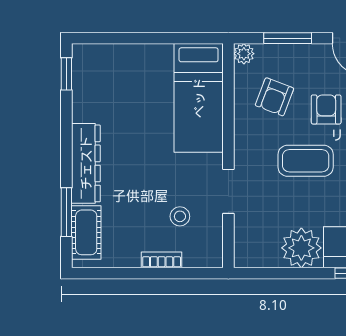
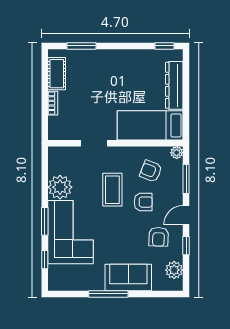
dresser: (86, 163) -> (174, 85), moved, turned 90
stool: (180, 216) -> (79, 114), removed
cot: (86, 232) -> (57, 74), moved, turned 90

